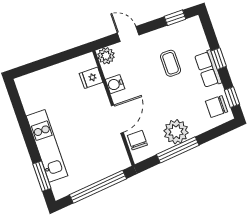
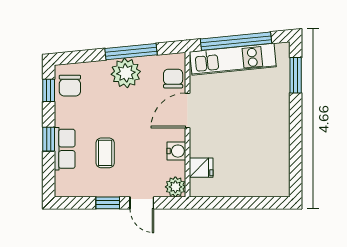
window: (175, 18) -> (108, 203), moved
row of seats: (208, 69) -> (65, 149), moved
chair: (217, 107) -> (70, 86), turned 90
chair: (137, 140) -> (173, 79), turned 180
kitchen unit: (47, 146) -> (233, 59), moved, turned -96

